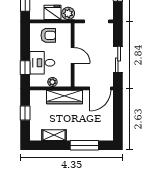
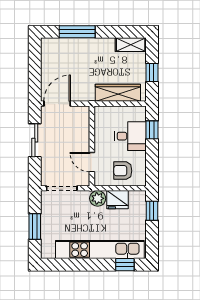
door: (73, 55) -> (92, 162), moved
plant: (52, 82) -> (118, 112), removed
wardrobe: (64, 97) -> (118, 93), moved
shelving: (54, 135) -> (131, 45), moved

